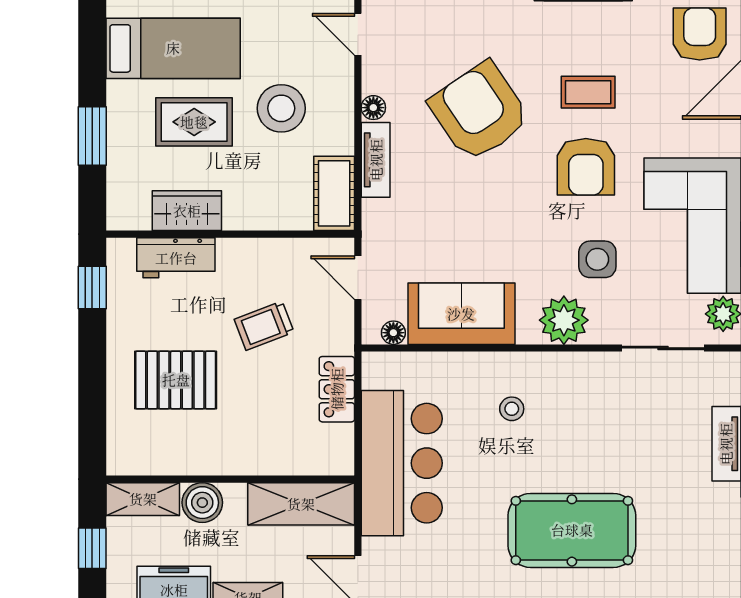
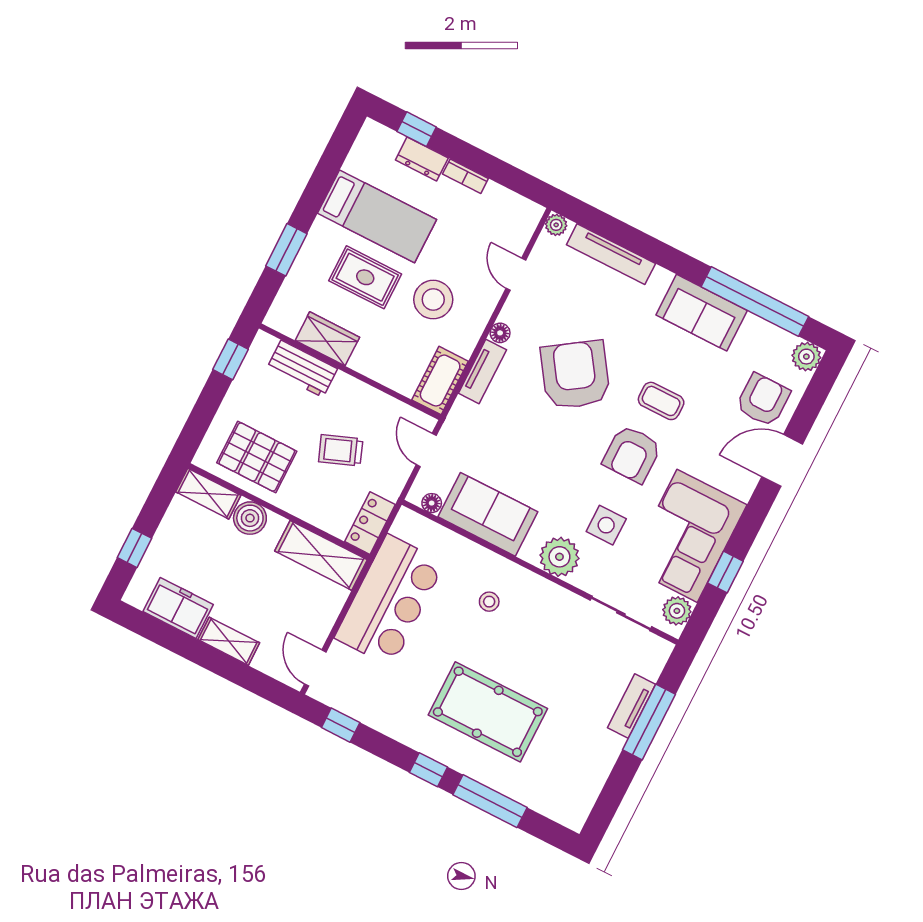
wall: (230, 479) -> (279, 511), moved
shelving: (143, 499) -> (208, 494), moved
boiler: (202, 503) -> (250, 518), moved
shelving: (301, 504) -> (321, 555), moved

